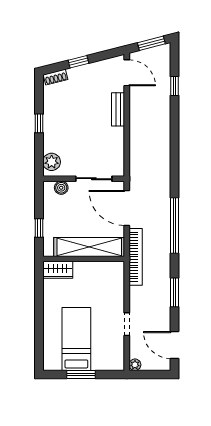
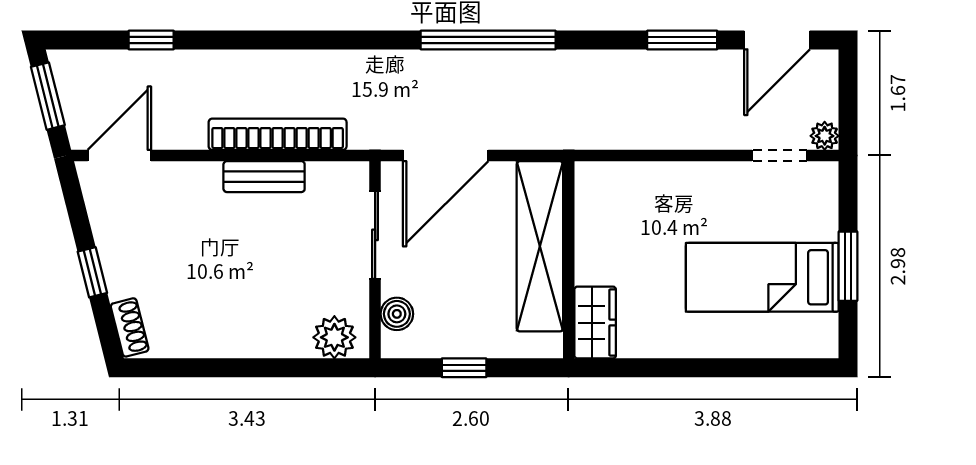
bench: (118, 109) -> (264, 177), moved
window: (39, 123) -> (241, 368), removed
window: (39, 228) -> (464, 368), moved
bookcase: (136, 257) -> (278, 134), moved
window: (175, 292) -> (682, 40), moved
doorway: (127, 324) -> (780, 156), moved

